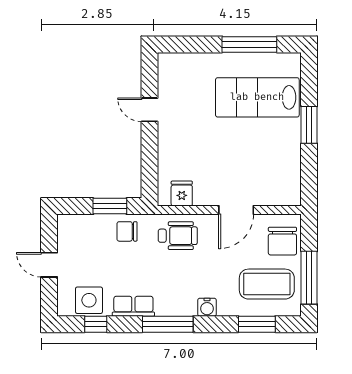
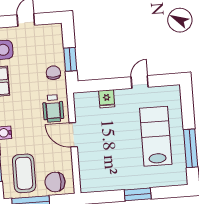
lab bench: (257, 97) -> (156, 136), moved
fridge: (182, 193) -> (107, 99), moved, turned 90
door: (236, 210) -> (73, 135), moved

